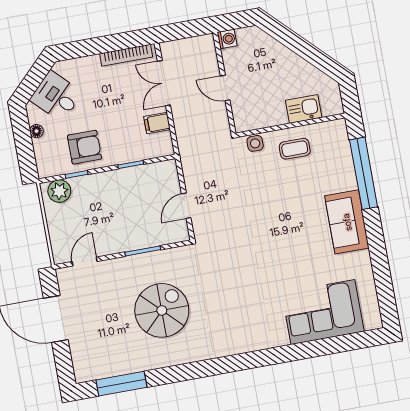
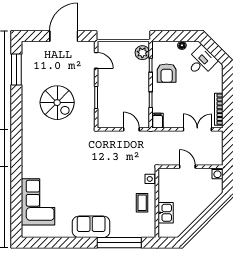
door: (225, 88) -> (187, 167), hinge flipped
filing cabinet: (157, 123) -> (158, 121), moved
door: (186, 206) -> (131, 129), moved

